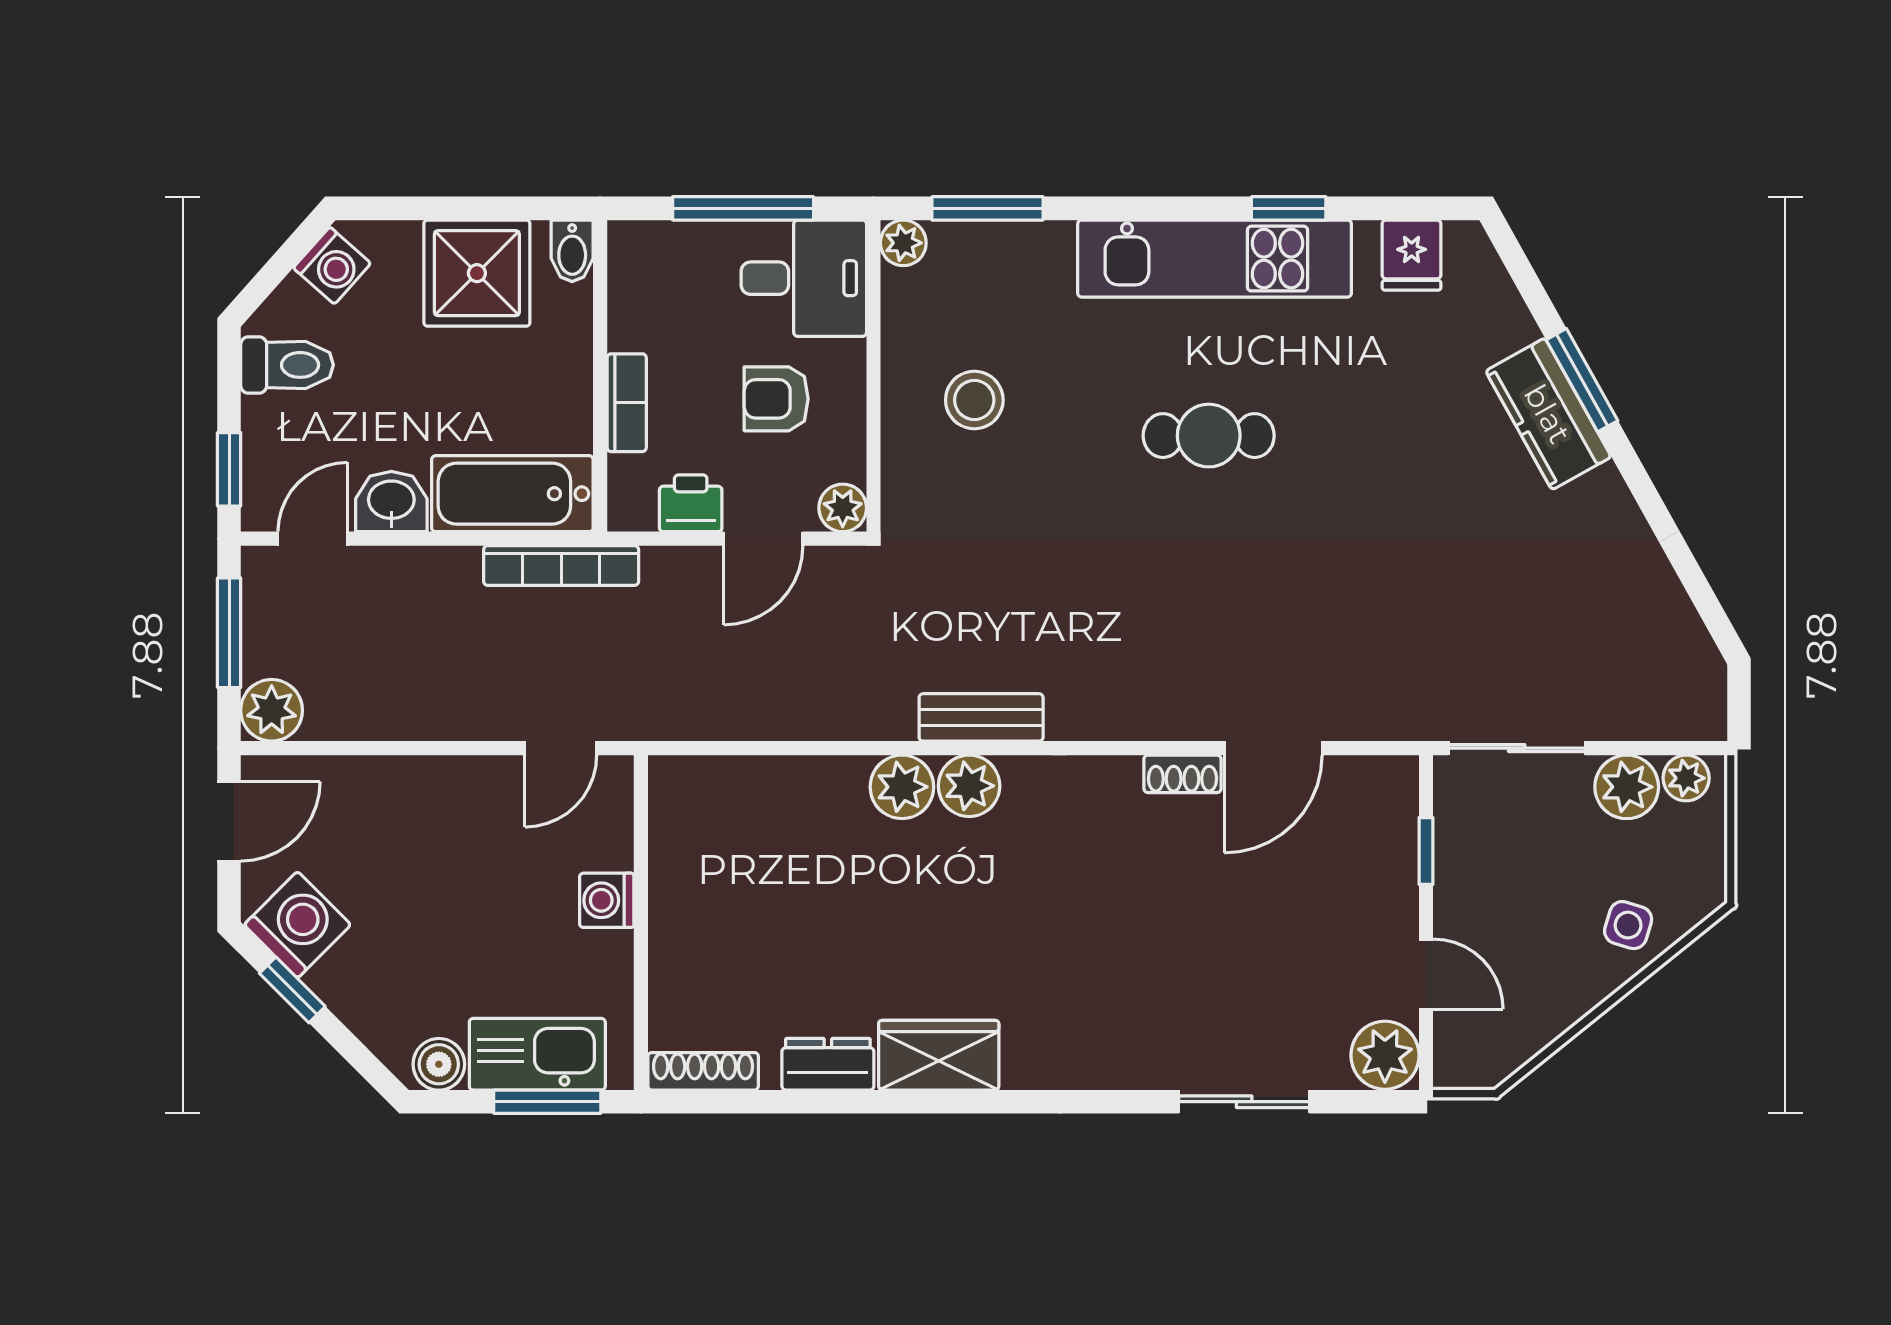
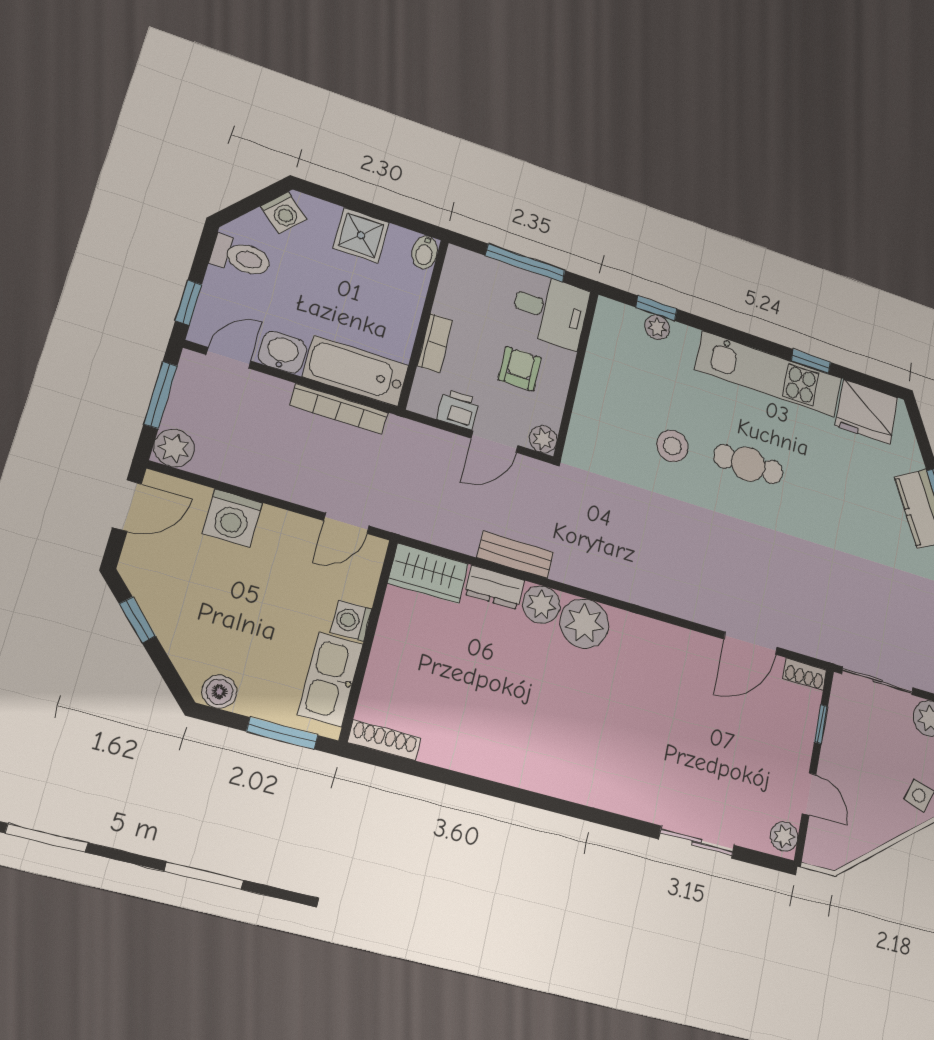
window: (988, 208) -> (656, 308), width x0.67
plant: (903, 243) -> (657, 327), moved
fridge: (1412, 255) -> (867, 412), width x1.88, depth x1.34
shower: (477, 273) -> (361, 235), width x0.73, depth x0.73
armchair: (776, 399) -> (520, 369), turned 90
stool: (974, 400) -> (672, 446), moved
bookcase: (561, 566) -> (339, 409), moved
bench: (981, 717) -> (515, 555), moved
shoe rack: (1182, 774) -> (805, 674), moved
plant: (969, 786) -> (584, 623), width x1.36, depth x1.36
washing machine: (297, 925) -> (232, 518), moved, turned 135
kitchen sink: (537, 1054) -> (330, 679), moved, turned -90
wardrobe: (939, 1055) -> (428, 573), moved, turned 180
plant: (1385, 1055) -> (784, 837), width x0.73, depth x0.73
dresser: (828, 1064) -> (494, 587), moved, turned 180

